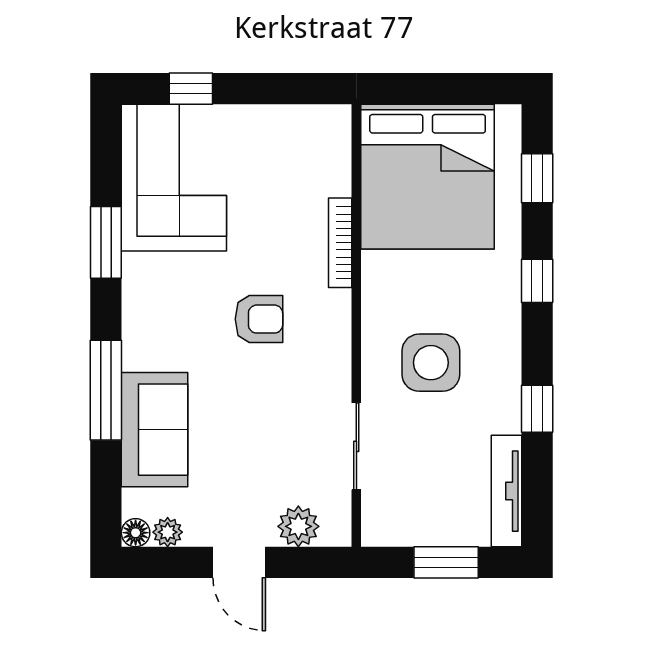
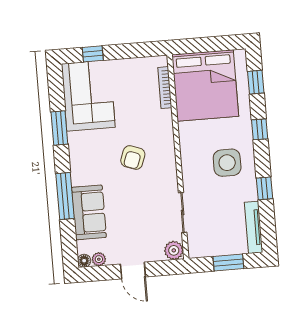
bookcase: (340, 243) -> (165, 88), moved
armchair: (259, 319) -> (133, 157), turned 110
side table: (431, 363) -> (227, 163), moved
plant: (298, 526) -> (174, 250), moved

